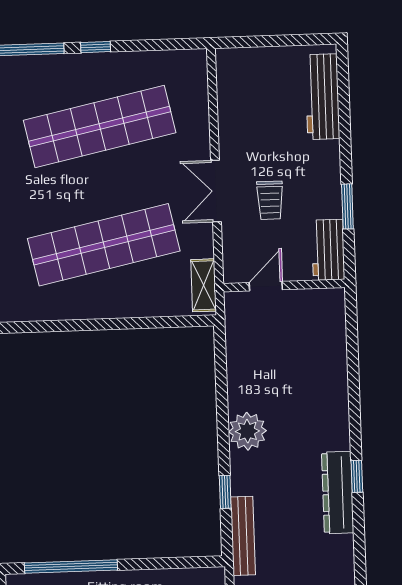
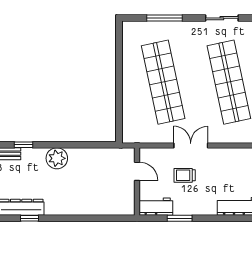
shelving: (204, 285) -> (139, 137), removed

